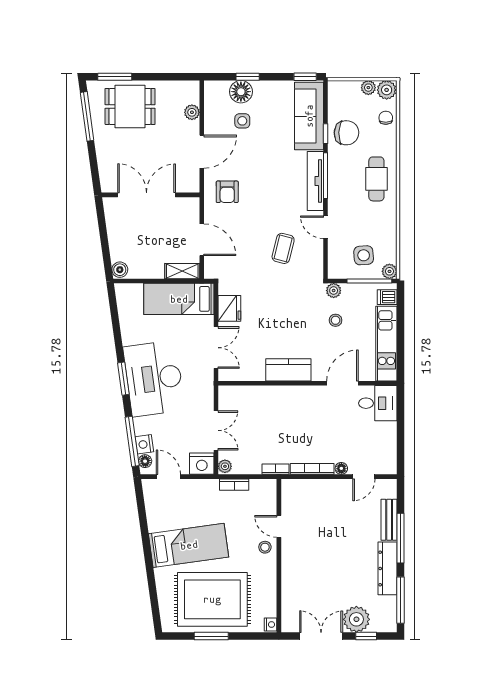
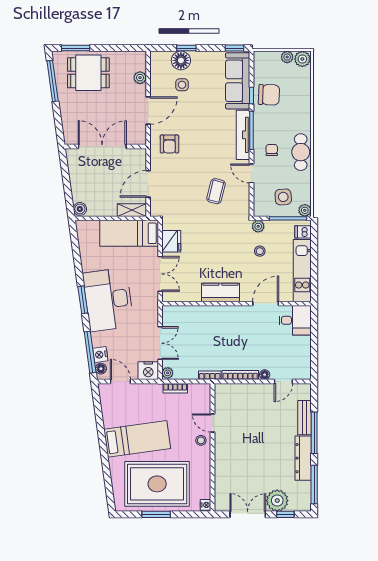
chair: (386, 118) -> (272, 150), moved
cafe table: (376, 179) -> (301, 152), moved
door: (202, 240) -> (148, 184), swing flipped

